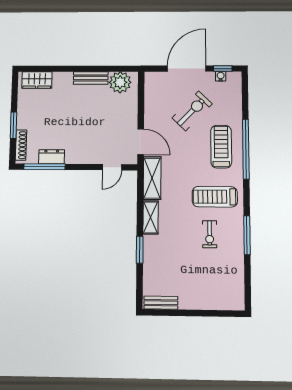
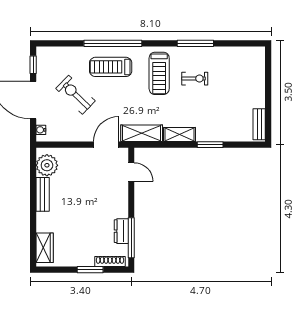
water cooler: (221, 76) -> (41, 130), moved

